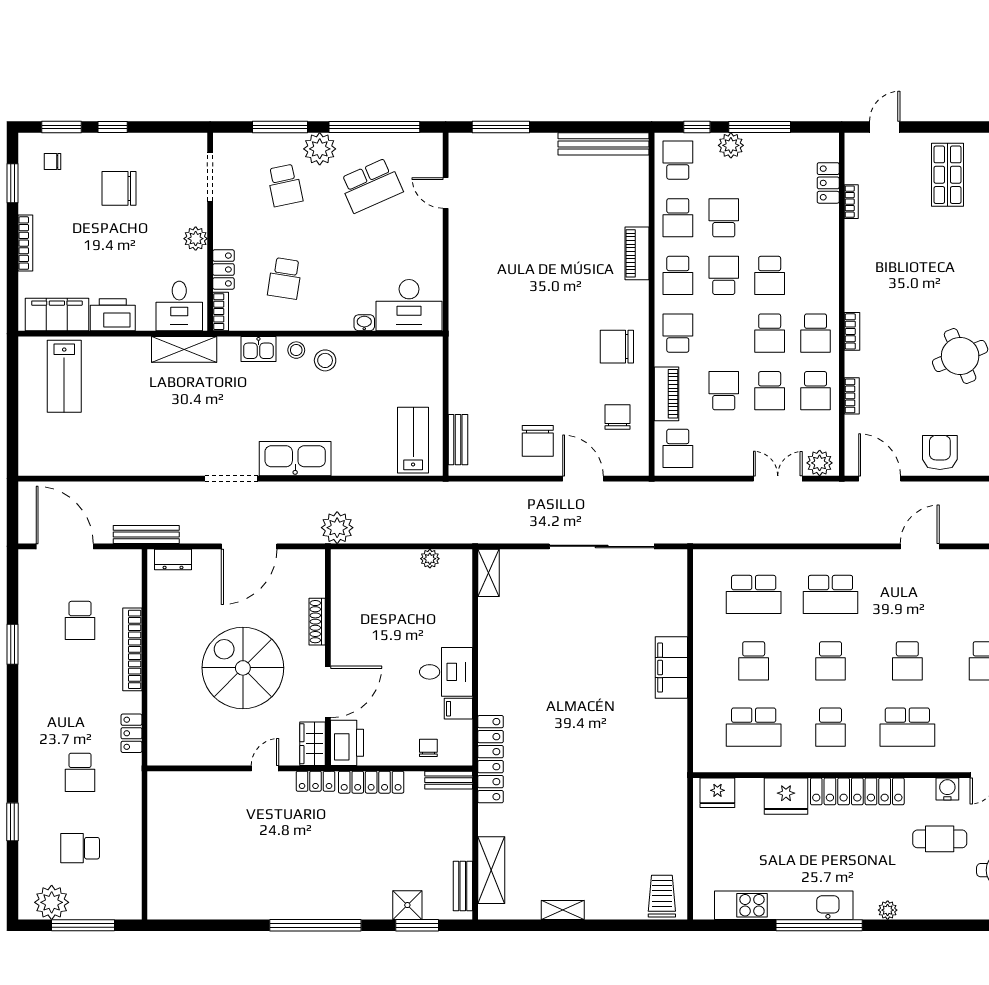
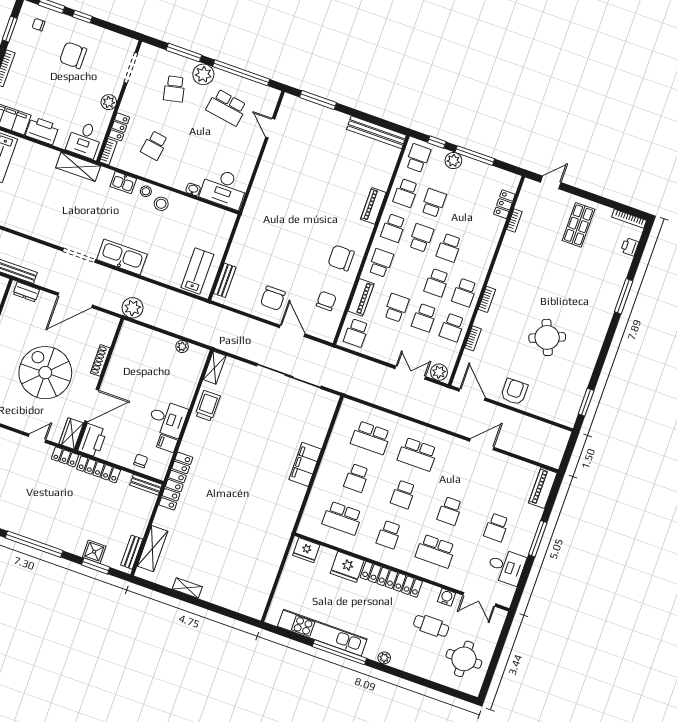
school desk: (371, 185) -> (227, 107), turned 33
trolley: (662, 896) -> (208, 406), moved

